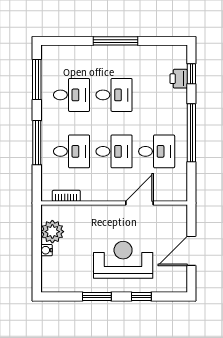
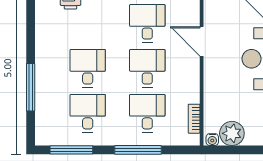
window: (116, 41) -> (31, 87), moved
water cooler: (47, 250) -> (212, 140), moved

